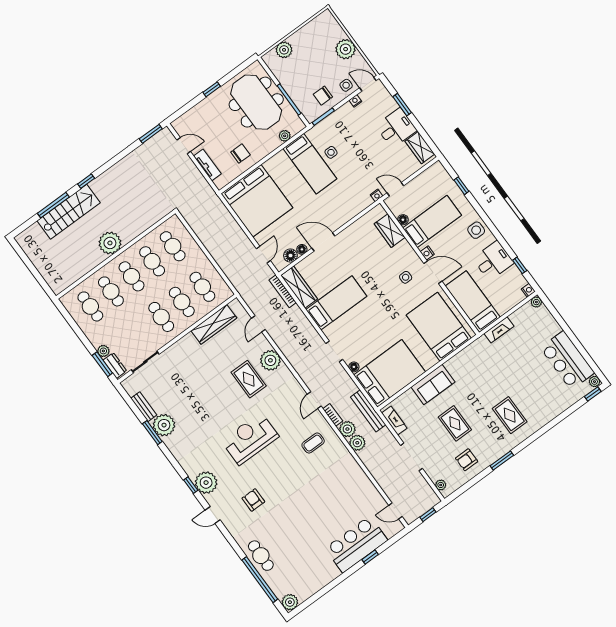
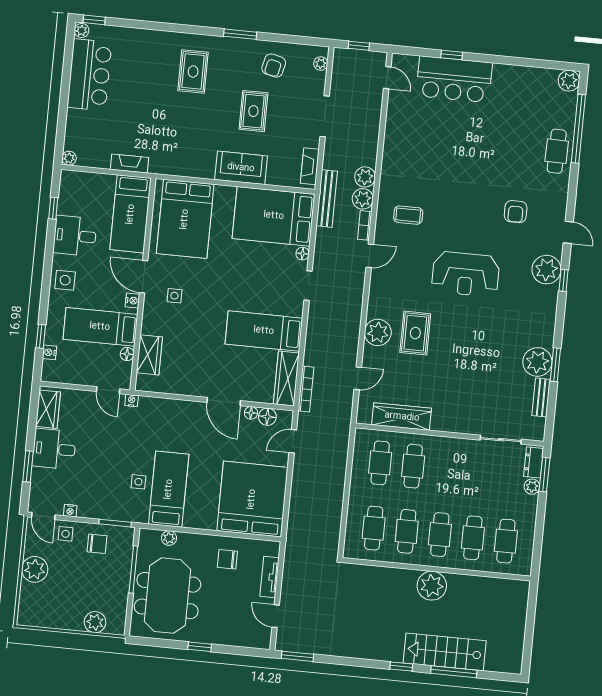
nightstand: (528, 290) -> (49, 352), moved
cafe table: (161, 317) -> (446, 469), removed
armchair: (467, 460) -> (274, 66), turned 103

